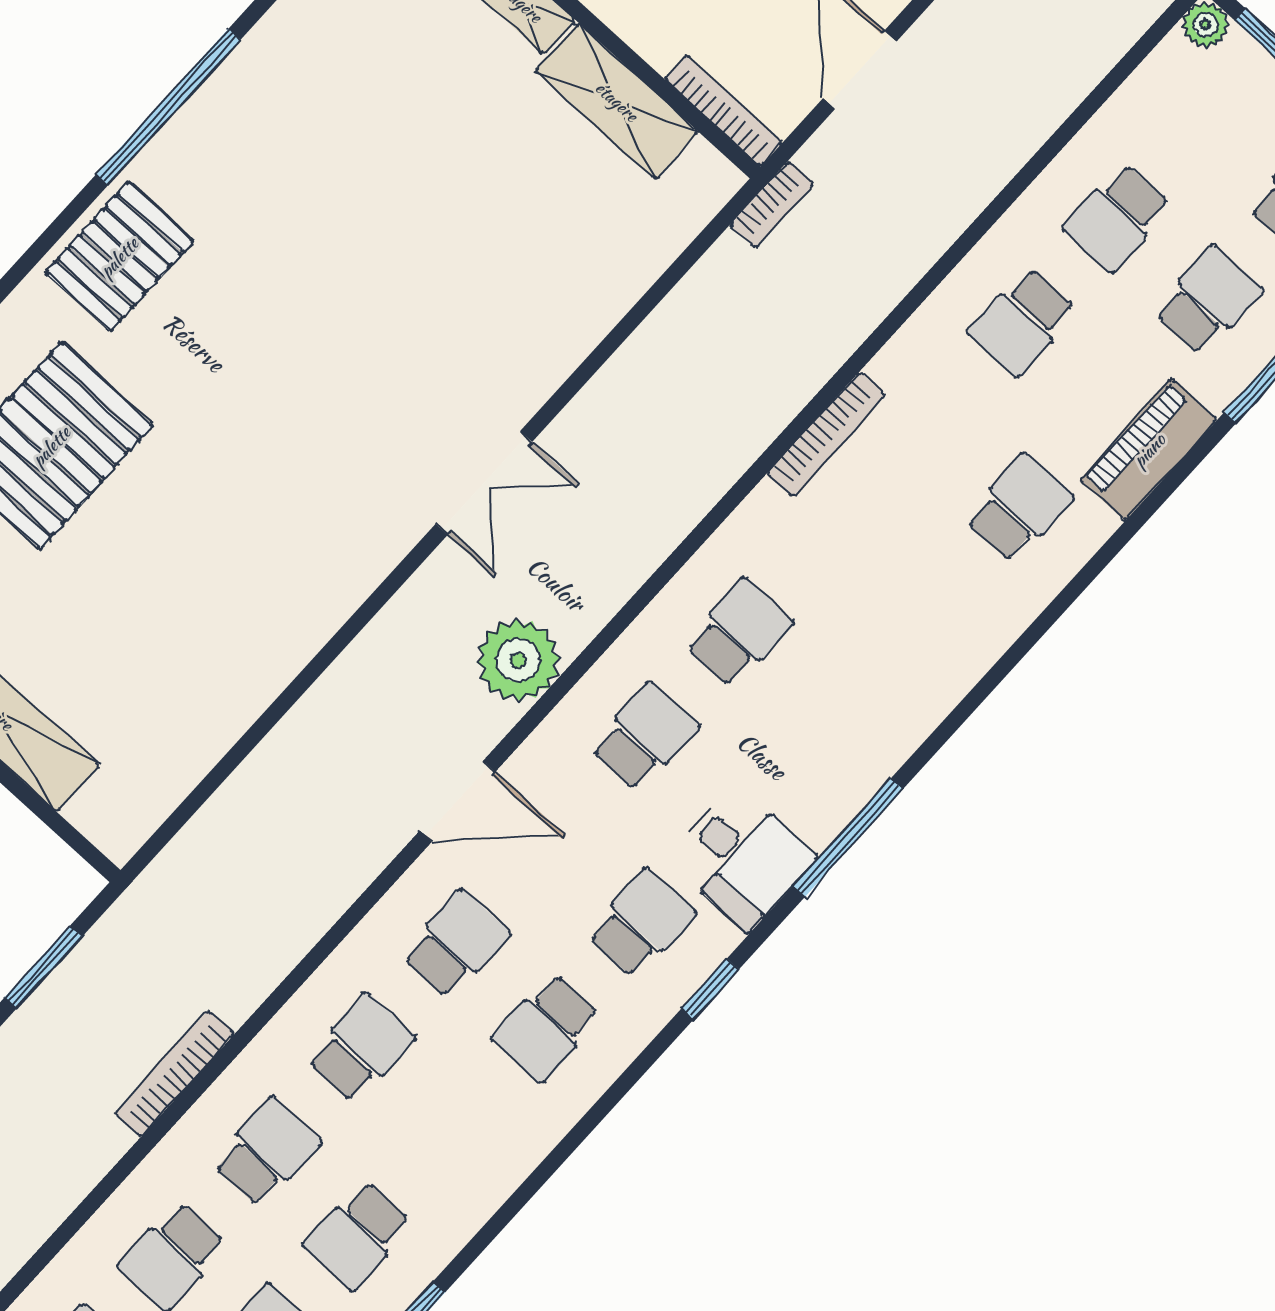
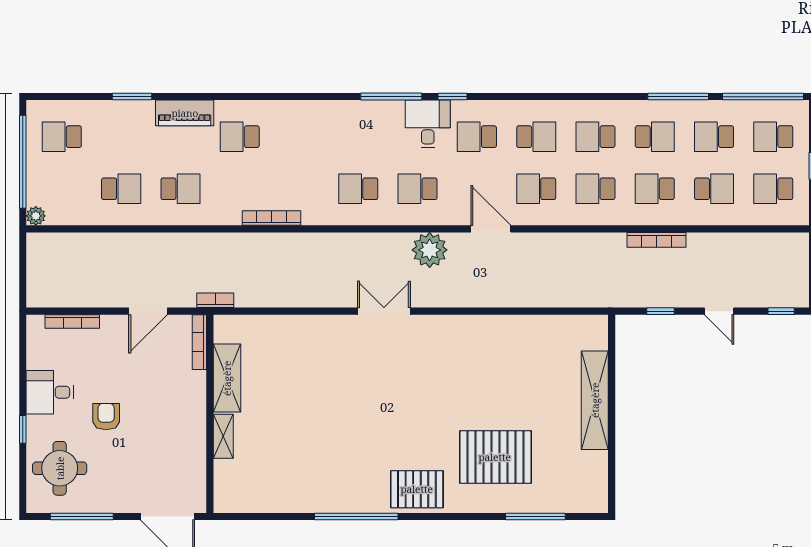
school desk: (1208, 301) -> (595, 137), moved
window: (43, 967) -> (660, 311), width x0.67
window: (710, 989) -> (452, 97), moved

